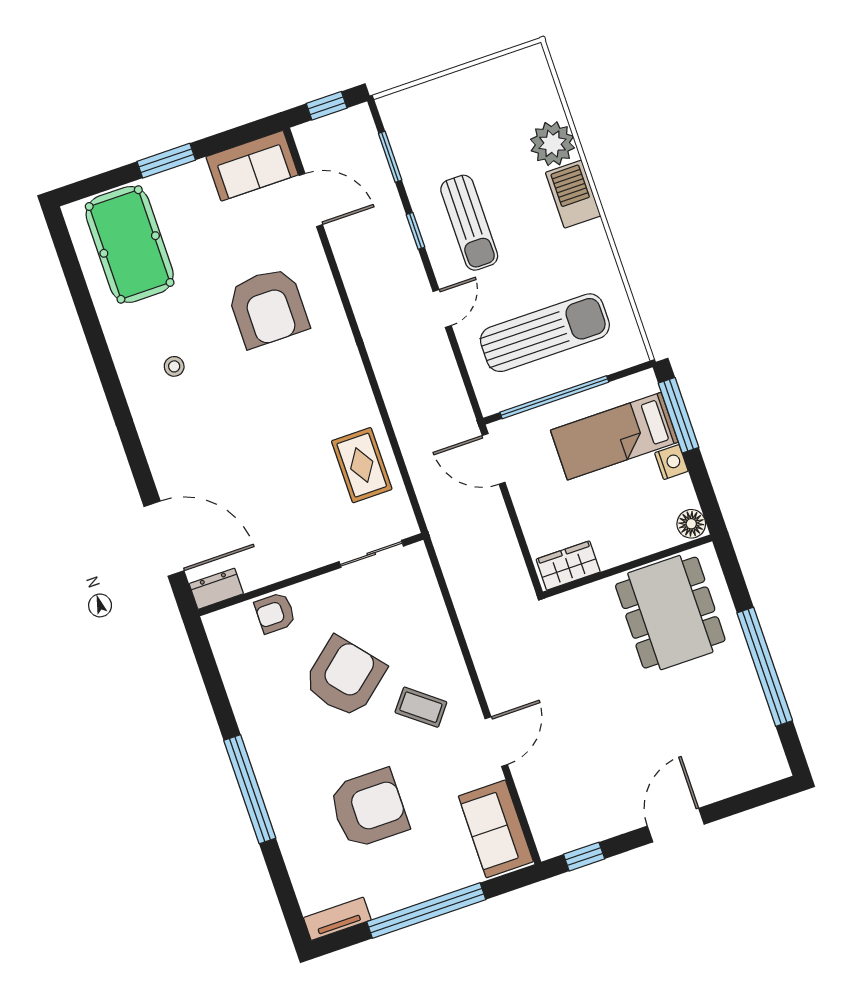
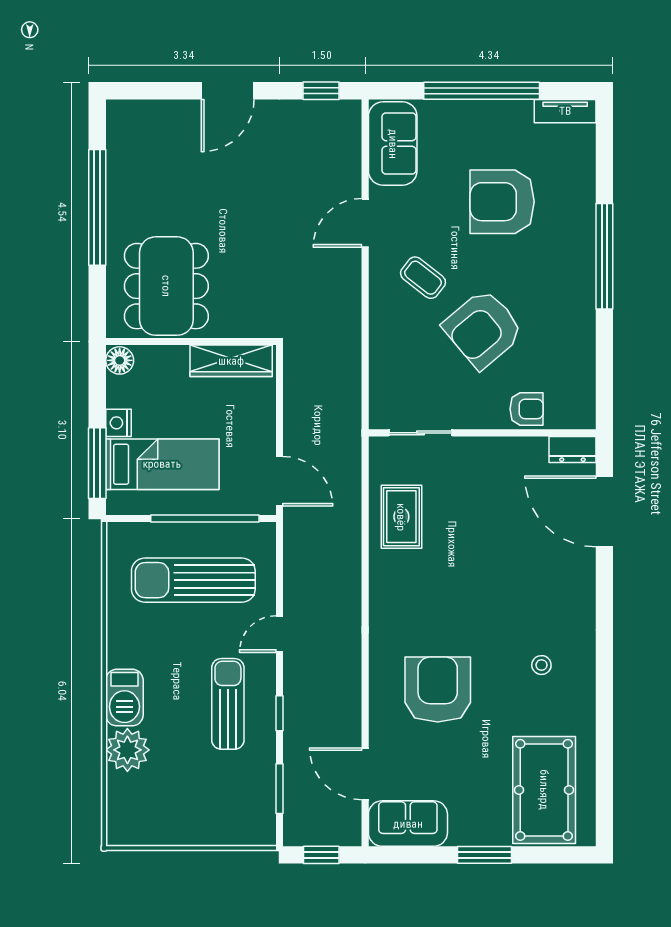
wardrobe: (568, 566) -> (231, 361), width x1.50

